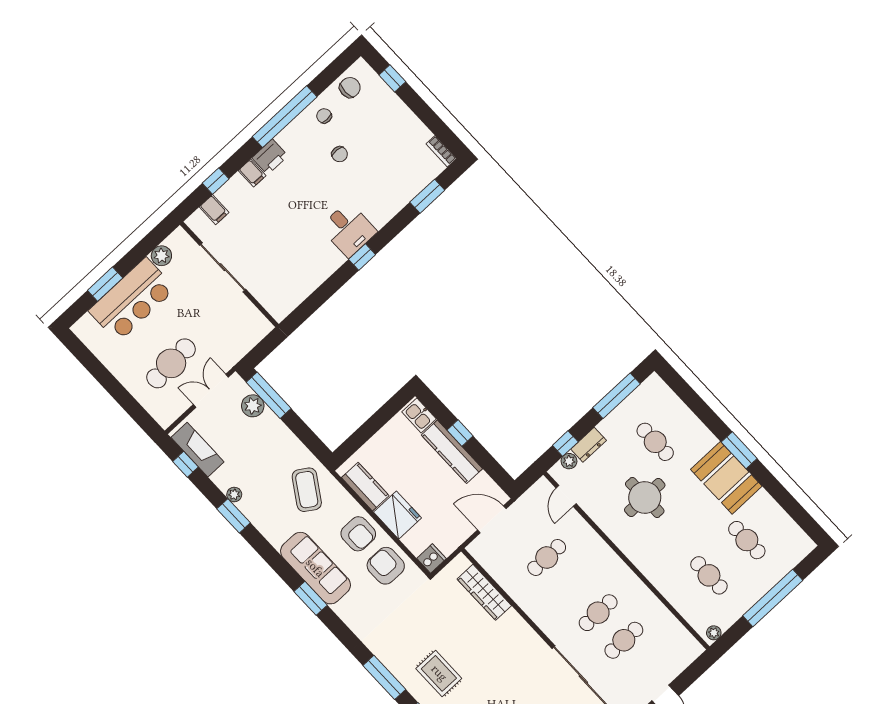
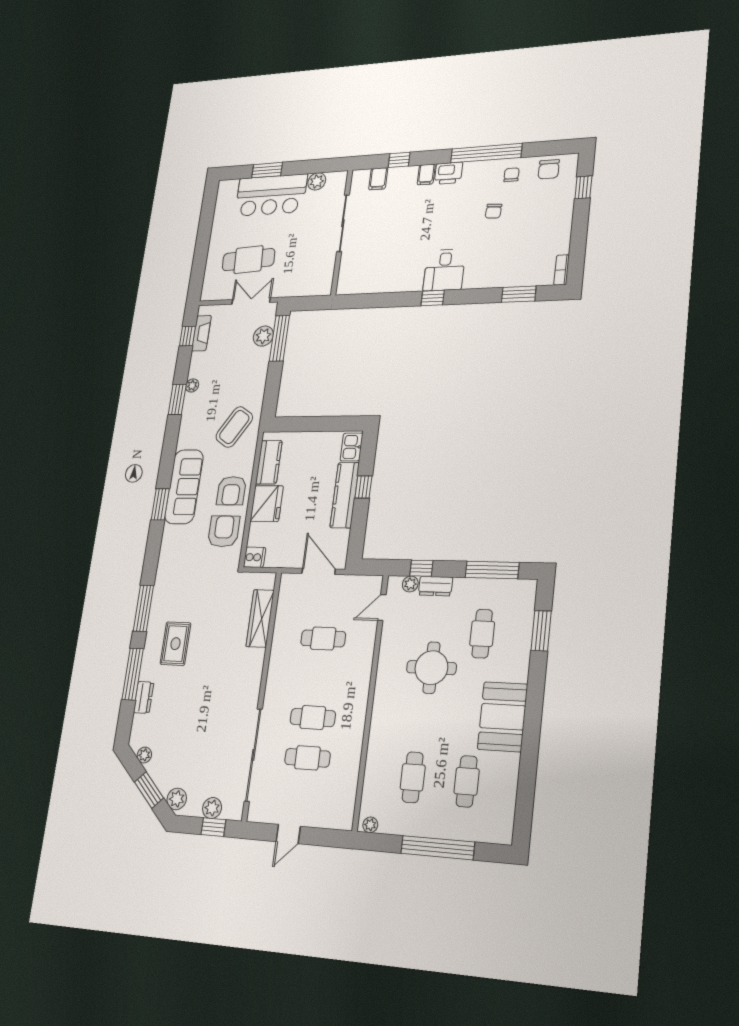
chair: (350, 88) -> (549, 169), turned 90
fireplace: (198, 450) -> (201, 333), width x0.73, depth x0.76
window: (739, 450) -> (541, 631), moved

